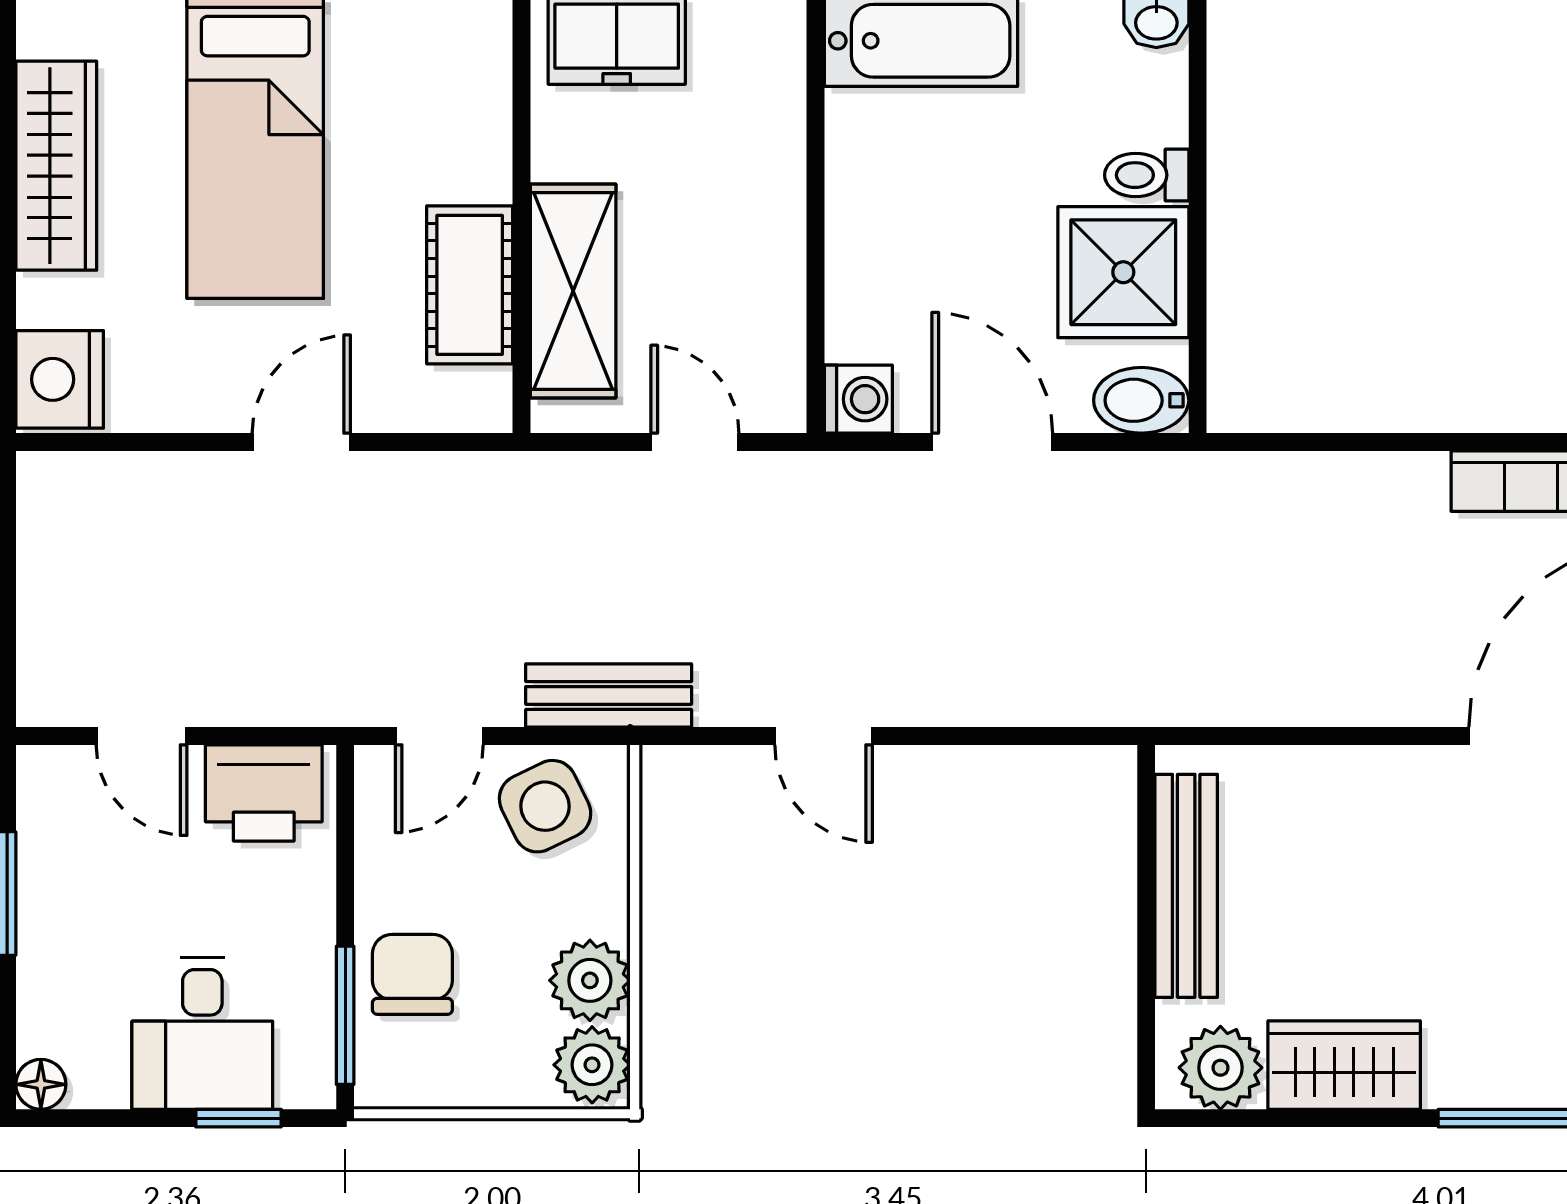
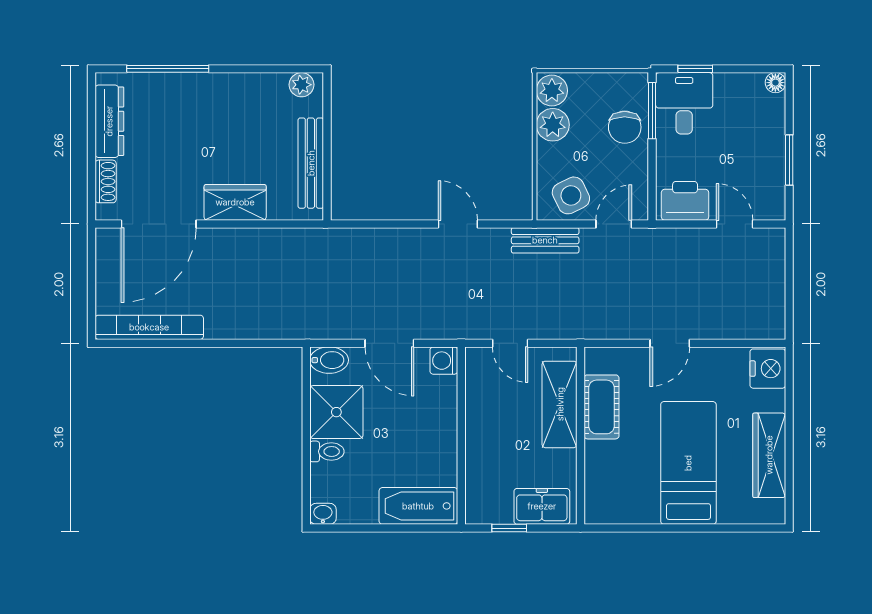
desk: (202, 1033) -> (684, 103), moved
wardrobe: (1344, 1065) -> (235, 202), moved, turned 180
plant: (1220, 1068) -> (302, 85), width x0.73, depth x0.73

